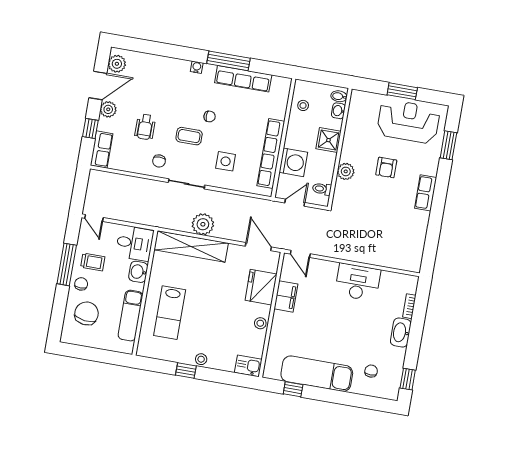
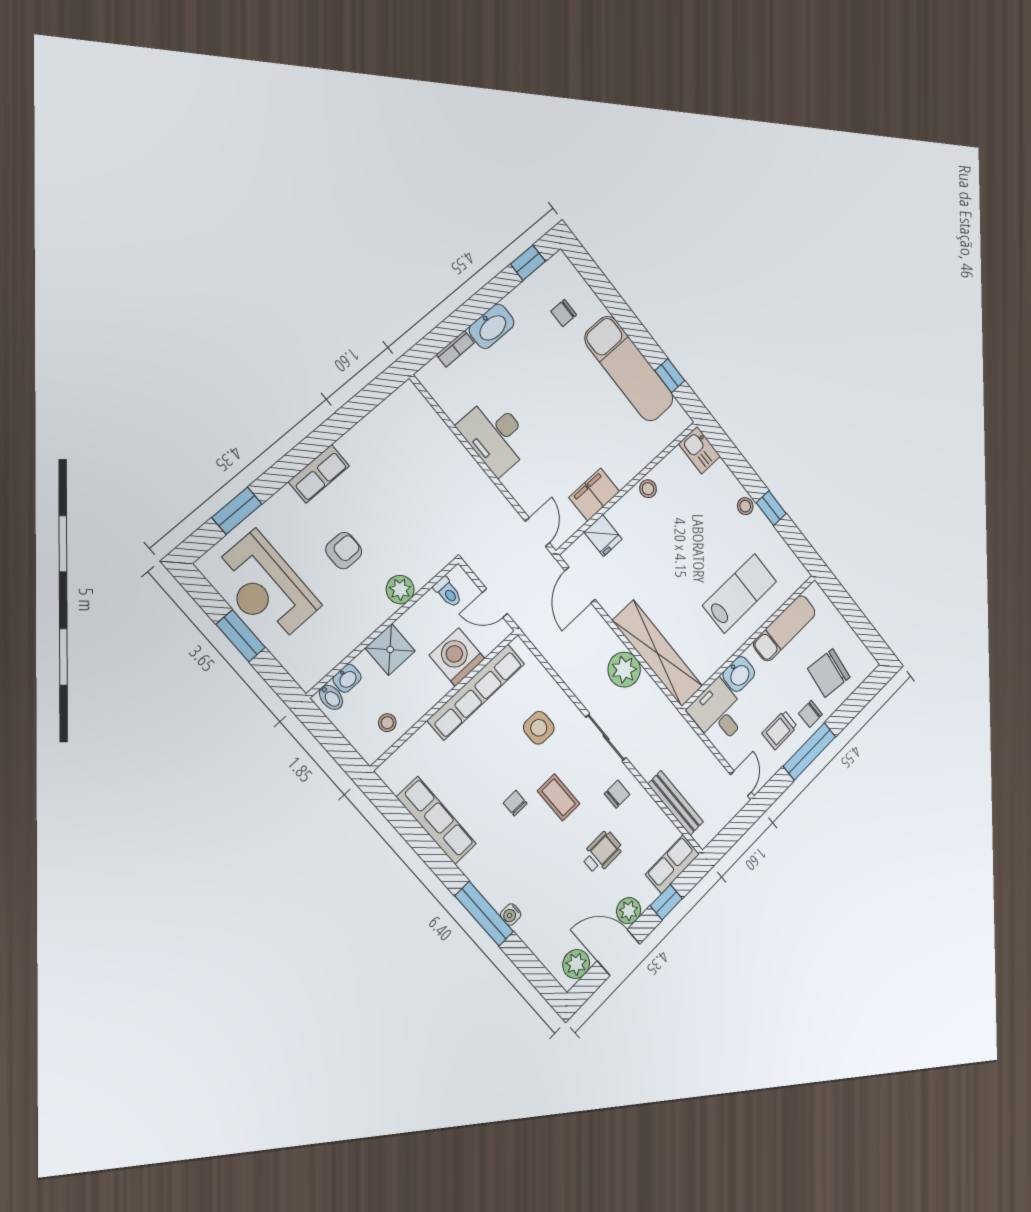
window: (229, 61) -> (484, 914), moved
water cooler: (197, 67) -> (511, 914), moved
bench: (123, 181) -> (676, 803), added
trolley: (93, 262) -> (780, 730), turned -90
fridge: (261, 287) -> (603, 535), width x0.53, depth x0.75

